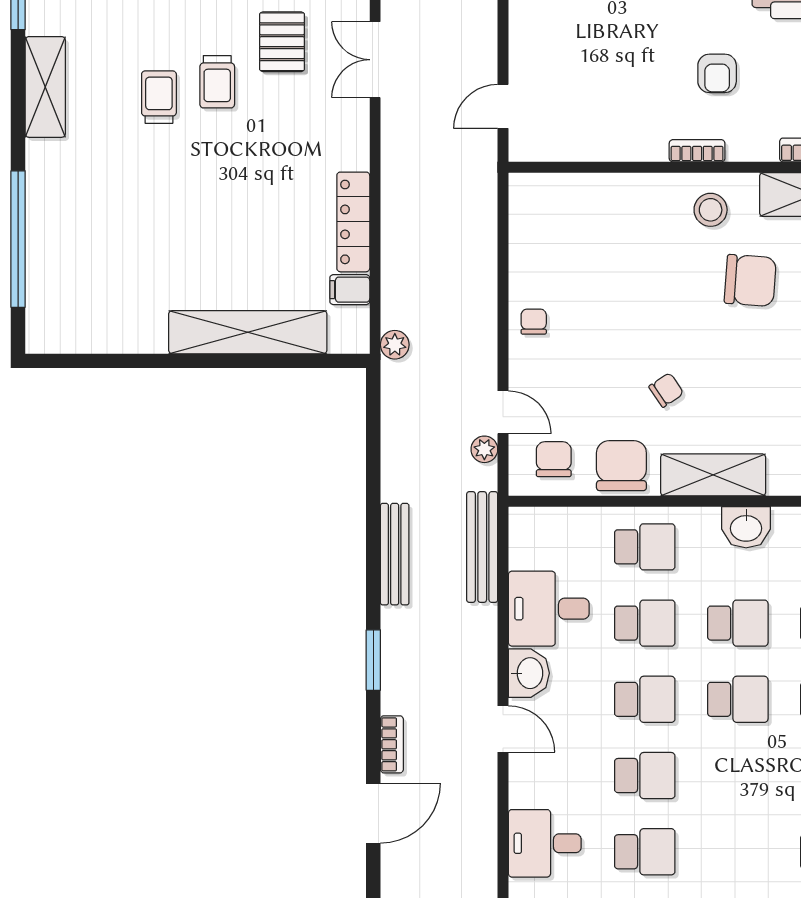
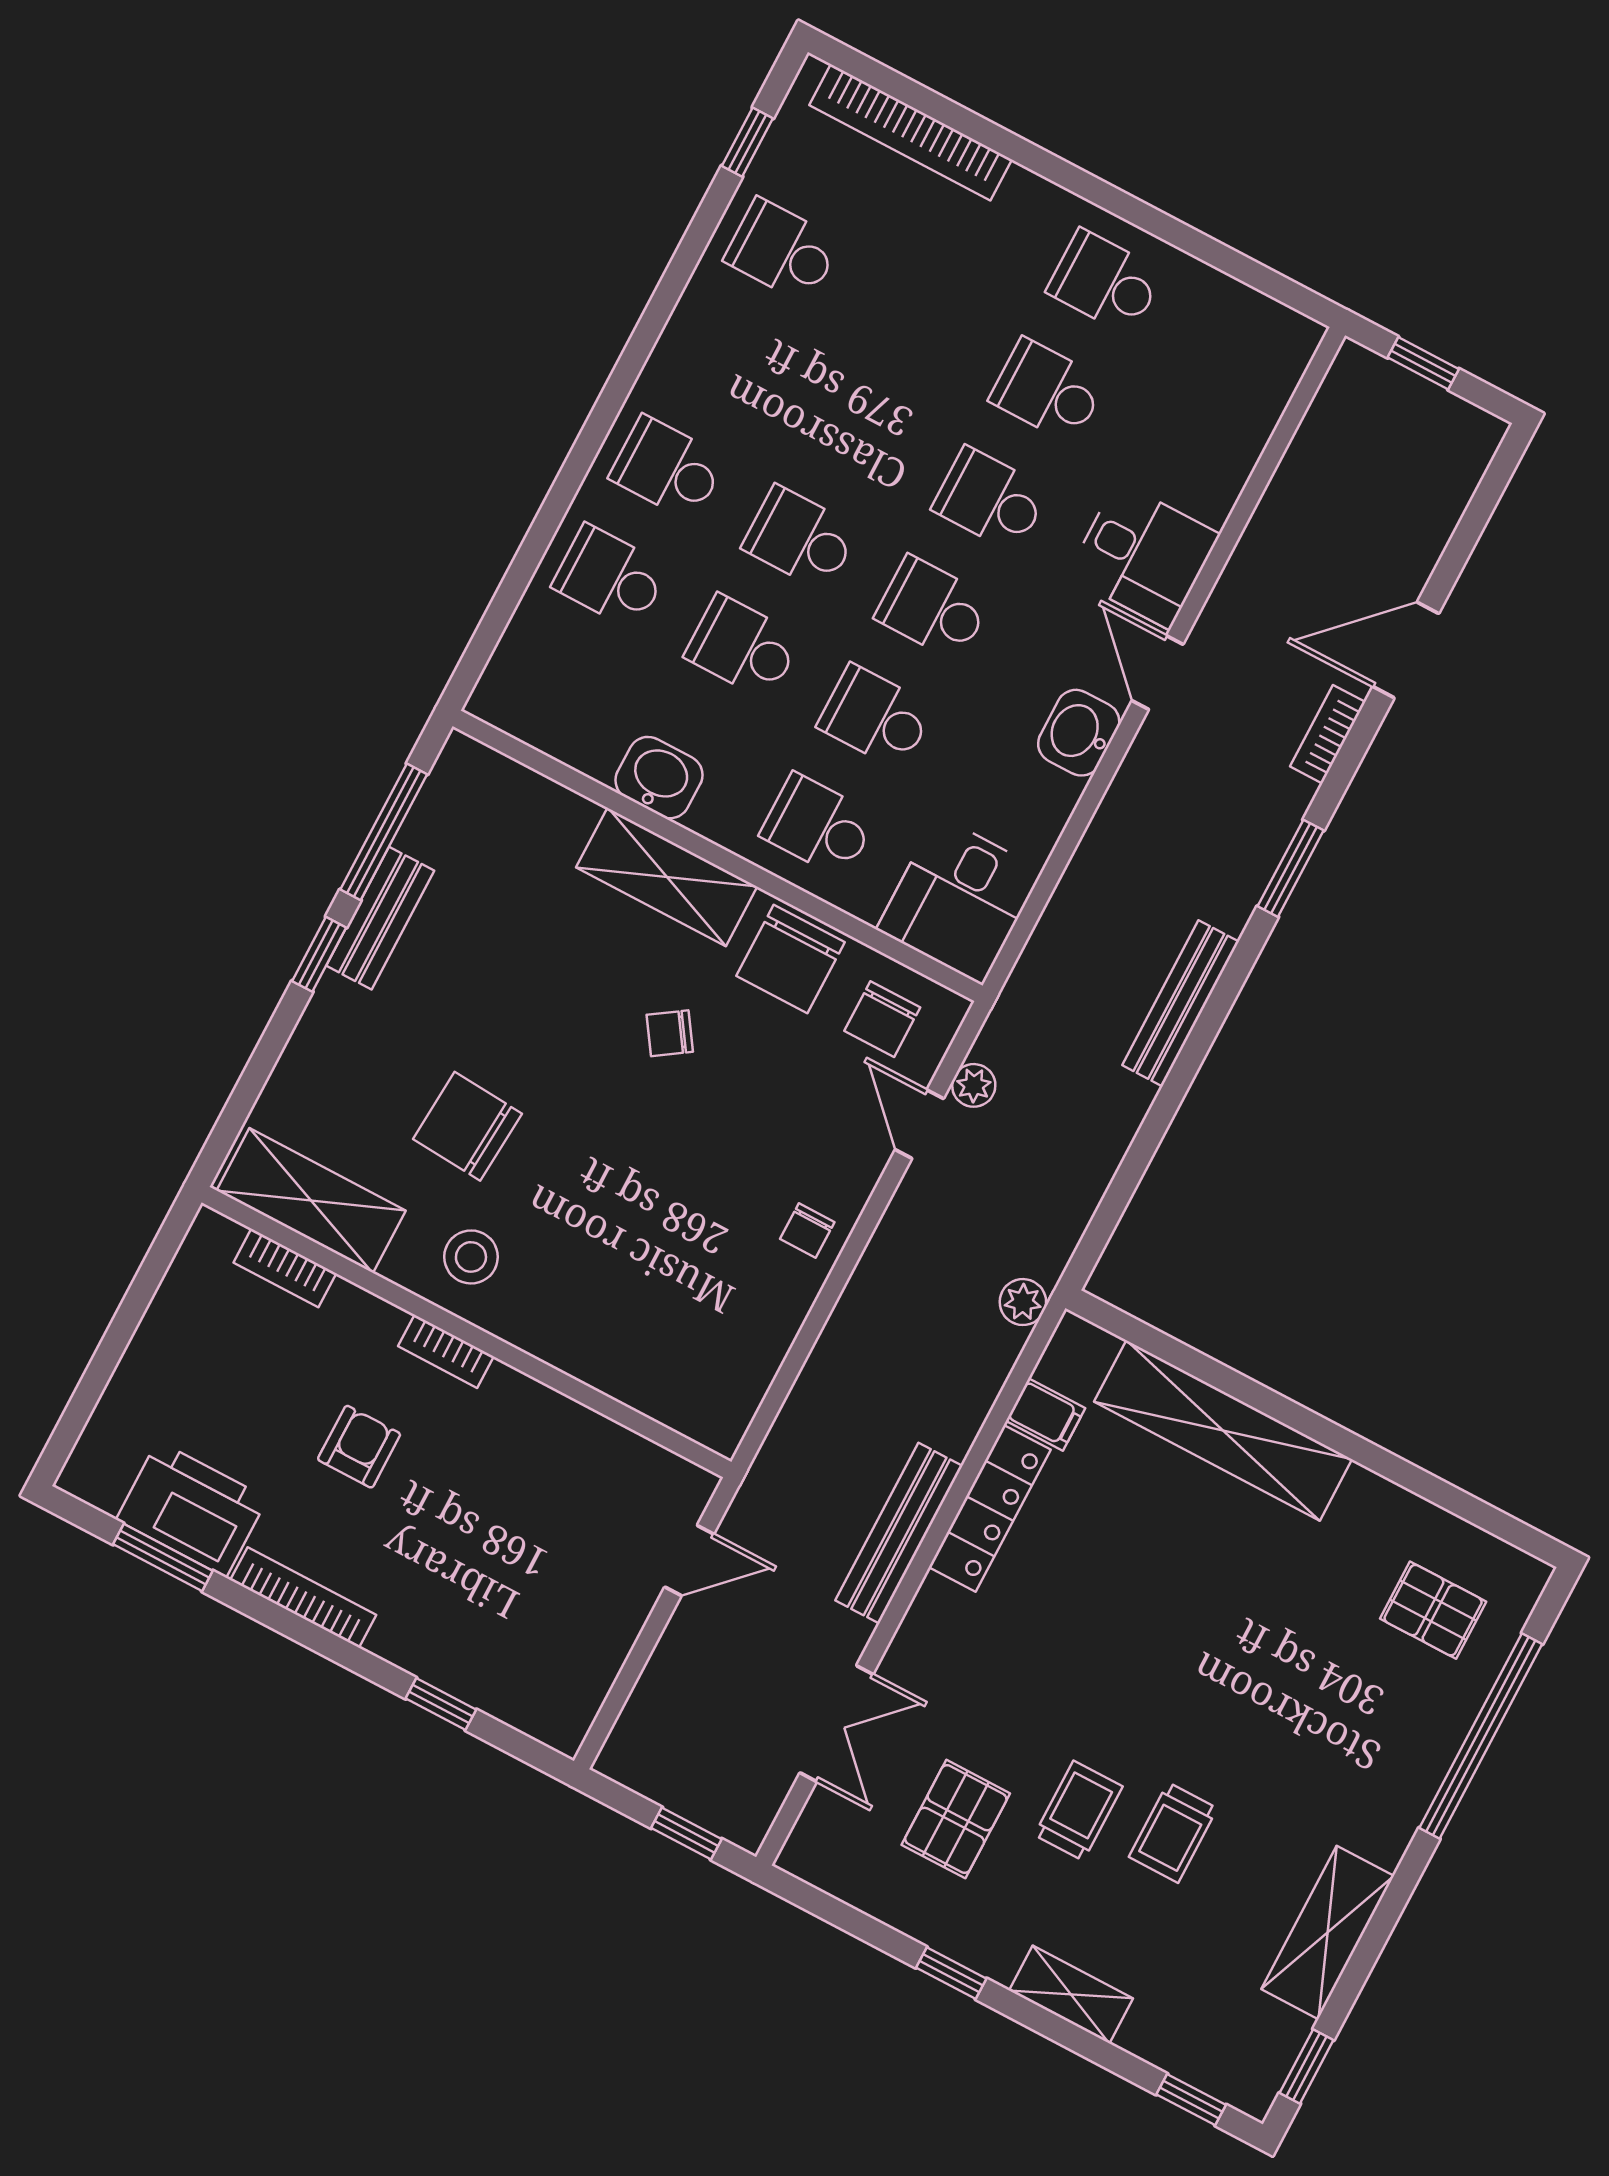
pallet: (81, 294) -> (1433, 1610), added
bench: (482, 547) -> (899, 1533), moved
desk: (549, 609) -> (960, 900), moved, turned 90
desk: (545, 843) -> (1143, 555), moved

